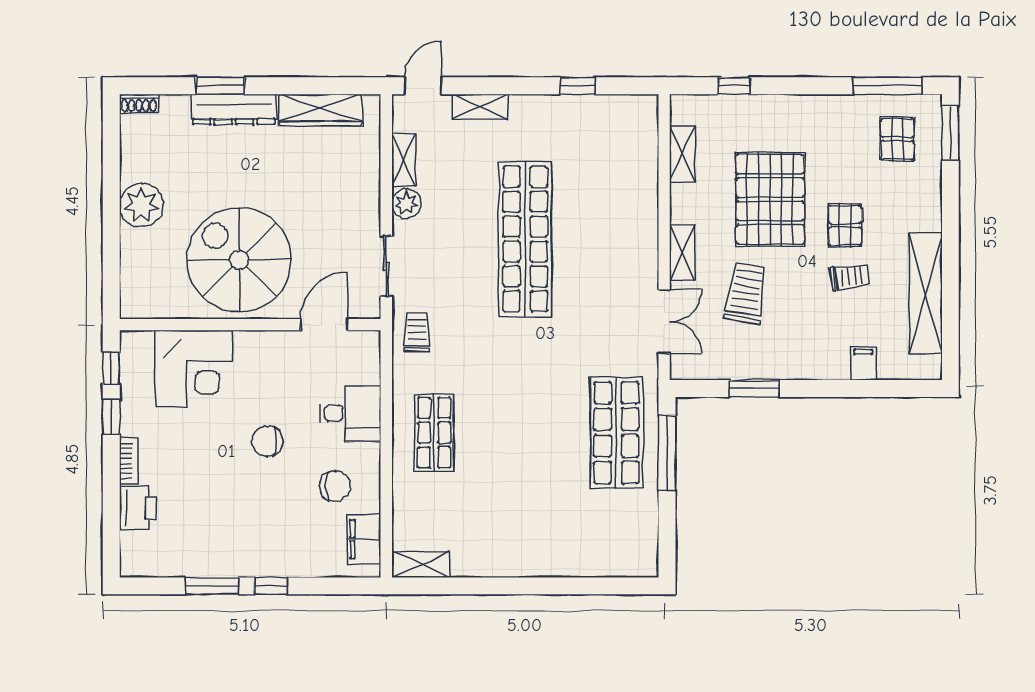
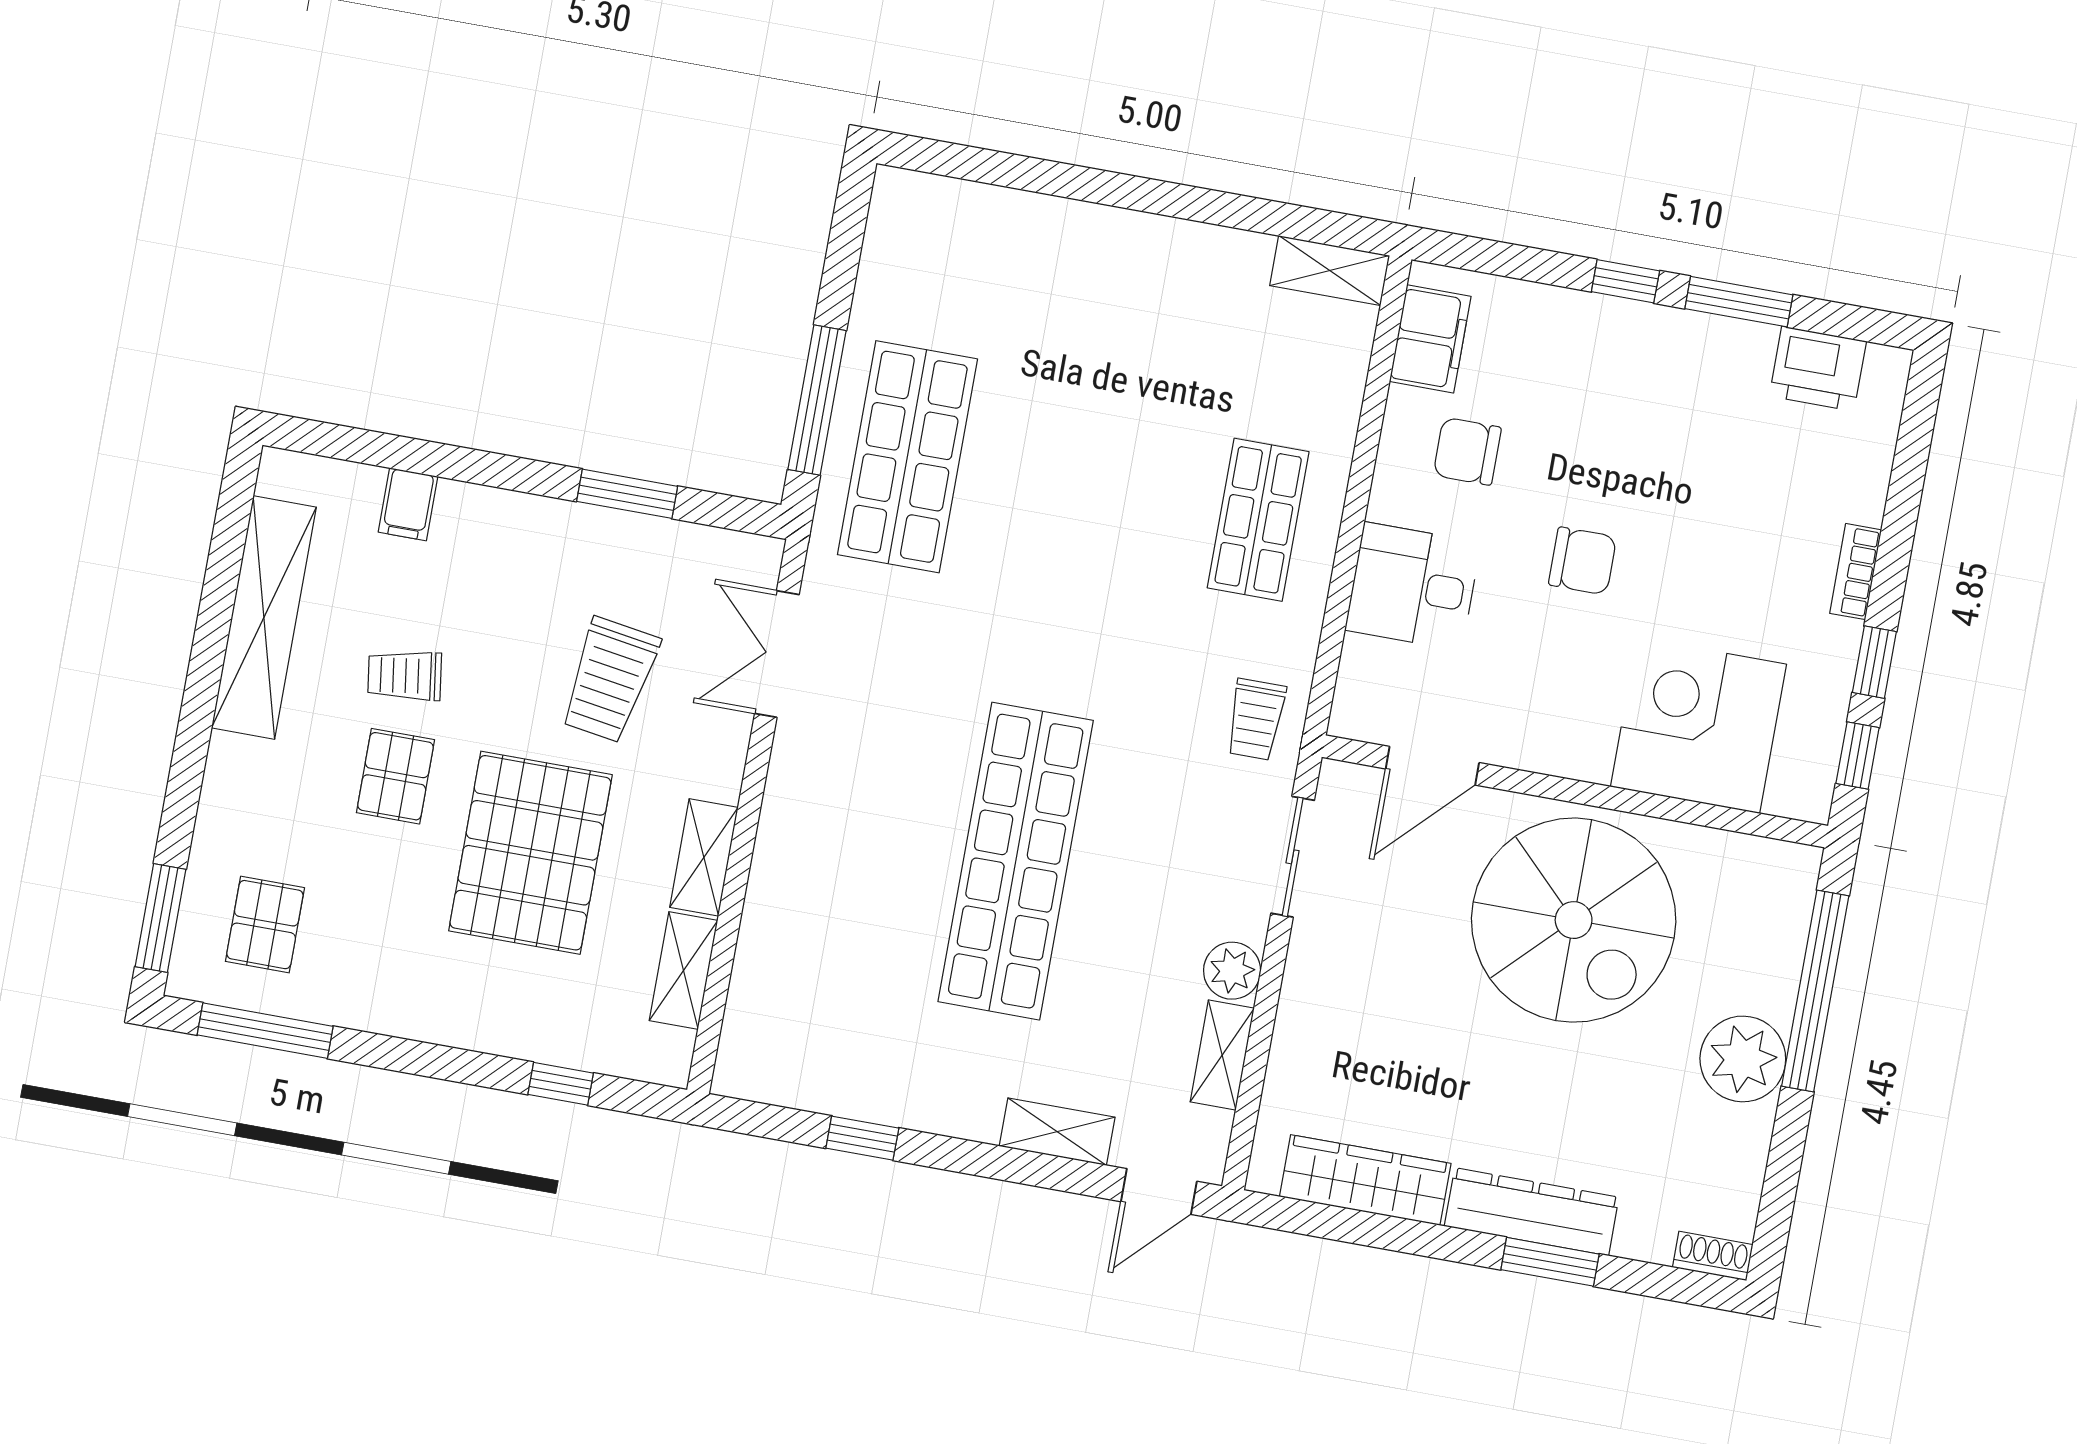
window: (111, 246) -> (1815, 991), added
shelving: (682, 252) -> (704, 857), moved
printer: (138, 508) -> (1818, 369), moved, turned -90

